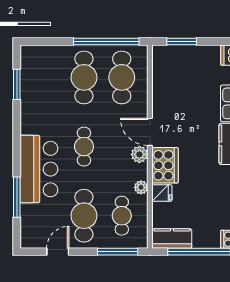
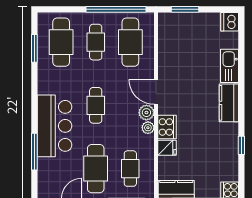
cafe table: (46, 77) -> (61, 42), added
cafe table: (84, 77) -> (96, 42), width x0.73, depth x0.74
cooker: (165, 165) -> (167, 127), width x0.73, depth x0.76
plant: (141, 187) -> (148, 128), moved

